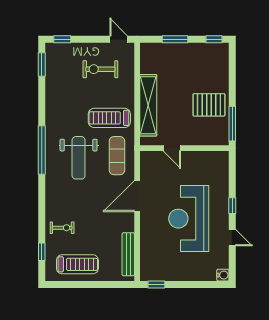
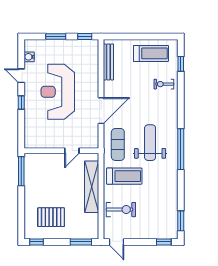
window: (175, 39) -> (81, 242), moved
exercise bike: (100, 69) -> (121, 210), moved
pallet: (209, 105) -> (51, 217), moved
door: (172, 148) -> (72, 151), swing flipped
reception desk: (189, 219) -> (58, 92), turned 180
treadmill: (77, 264) -> (151, 53), turned 180
water cooler: (223, 275) -> (29, 57), moved
window: (191, 285) -> (56, 36), added

